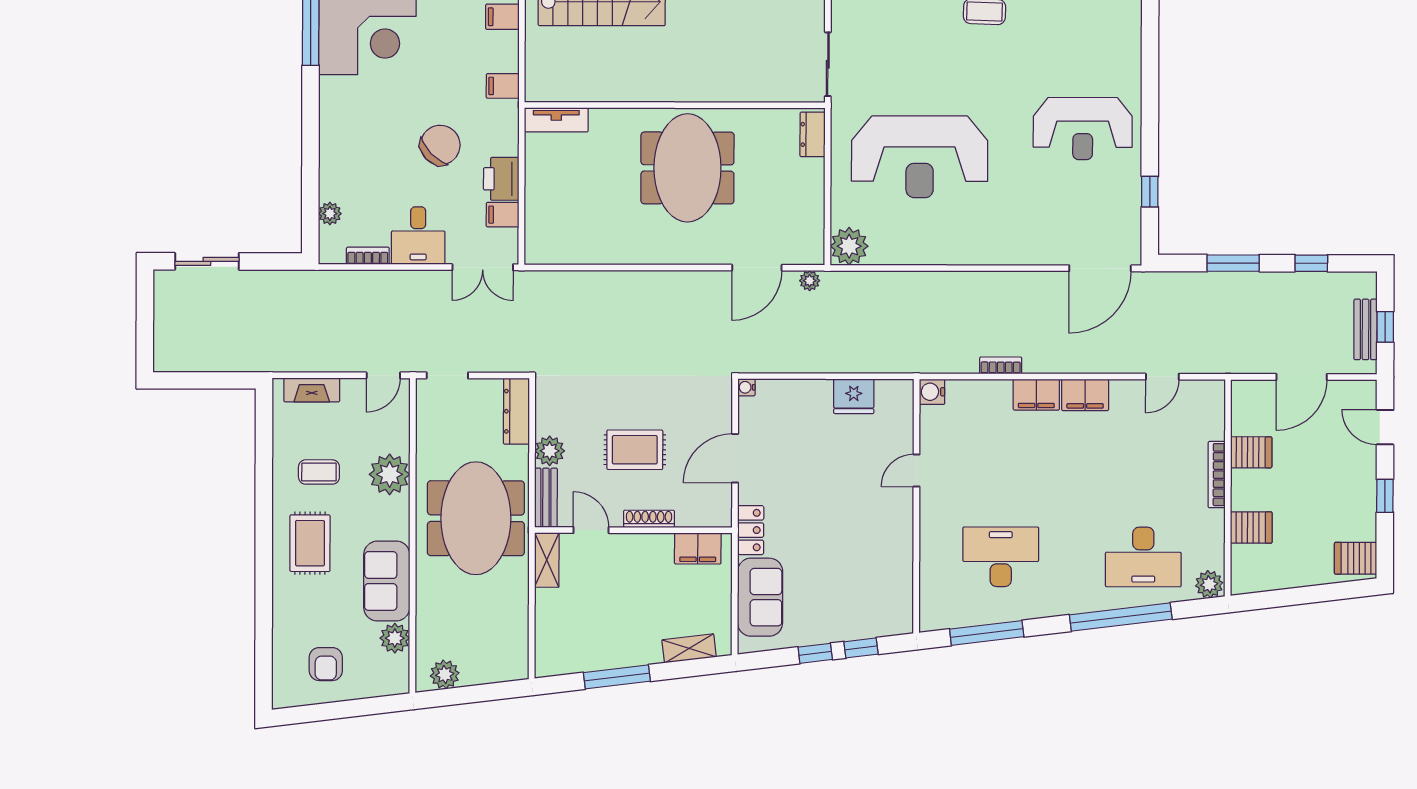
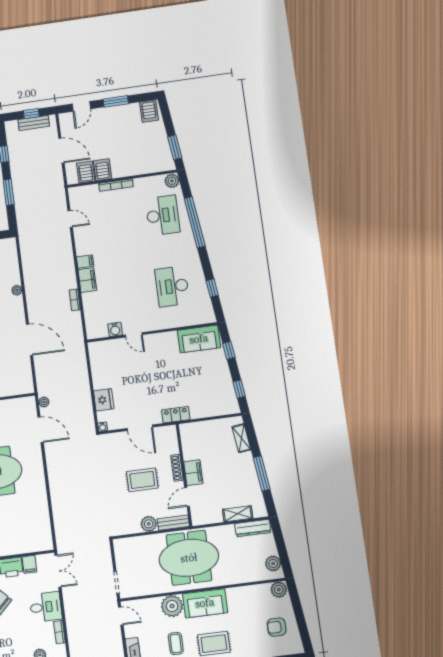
plant: (849, 246) -> (17, 290), moved, width x0.53, depth x0.53
door: (1100, 268) -> (30, 340), moved
water cooler: (932, 392) -> (115, 329), moved
filing cabinet: (1085, 395) -> (85, 262), width x0.50
fridge: (854, 396) -> (104, 400), moved
dresser: (516, 411) -> (253, 528), moved
rug: (635, 450) -> (142, 480), turned 90
window: (1385, 496) -> (116, 101), width x1.50
server rack: (1251, 528) -> (86, 172), moved
filing cabinet: (698, 548) -> (193, 473), moved
shelving: (547, 560) -> (238, 514), moved
sofa: (387, 581) -> (205, 603), moved
sofa: (760, 597) -> (199, 339), moved, turned 180
window: (1275, 599) -> (175, 147), added
window: (987, 633) -> (212, 288), width x0.46
plant: (395, 638) -> (279, 590), moved
window: (815, 653) -> (239, 389), moved
armchair: (326, 664) -> (277, 627), turned 180

